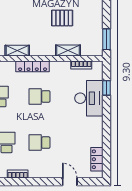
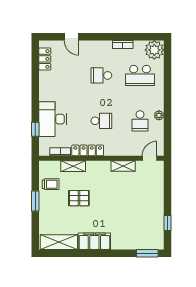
trolley: (91, 32) -> (51, 184), added
window: (107, 39) -> (35, 201), moved
locker: (33, 66) -> (88, 150), moved
school desk: (39, 143) -> (101, 75), turned 180

